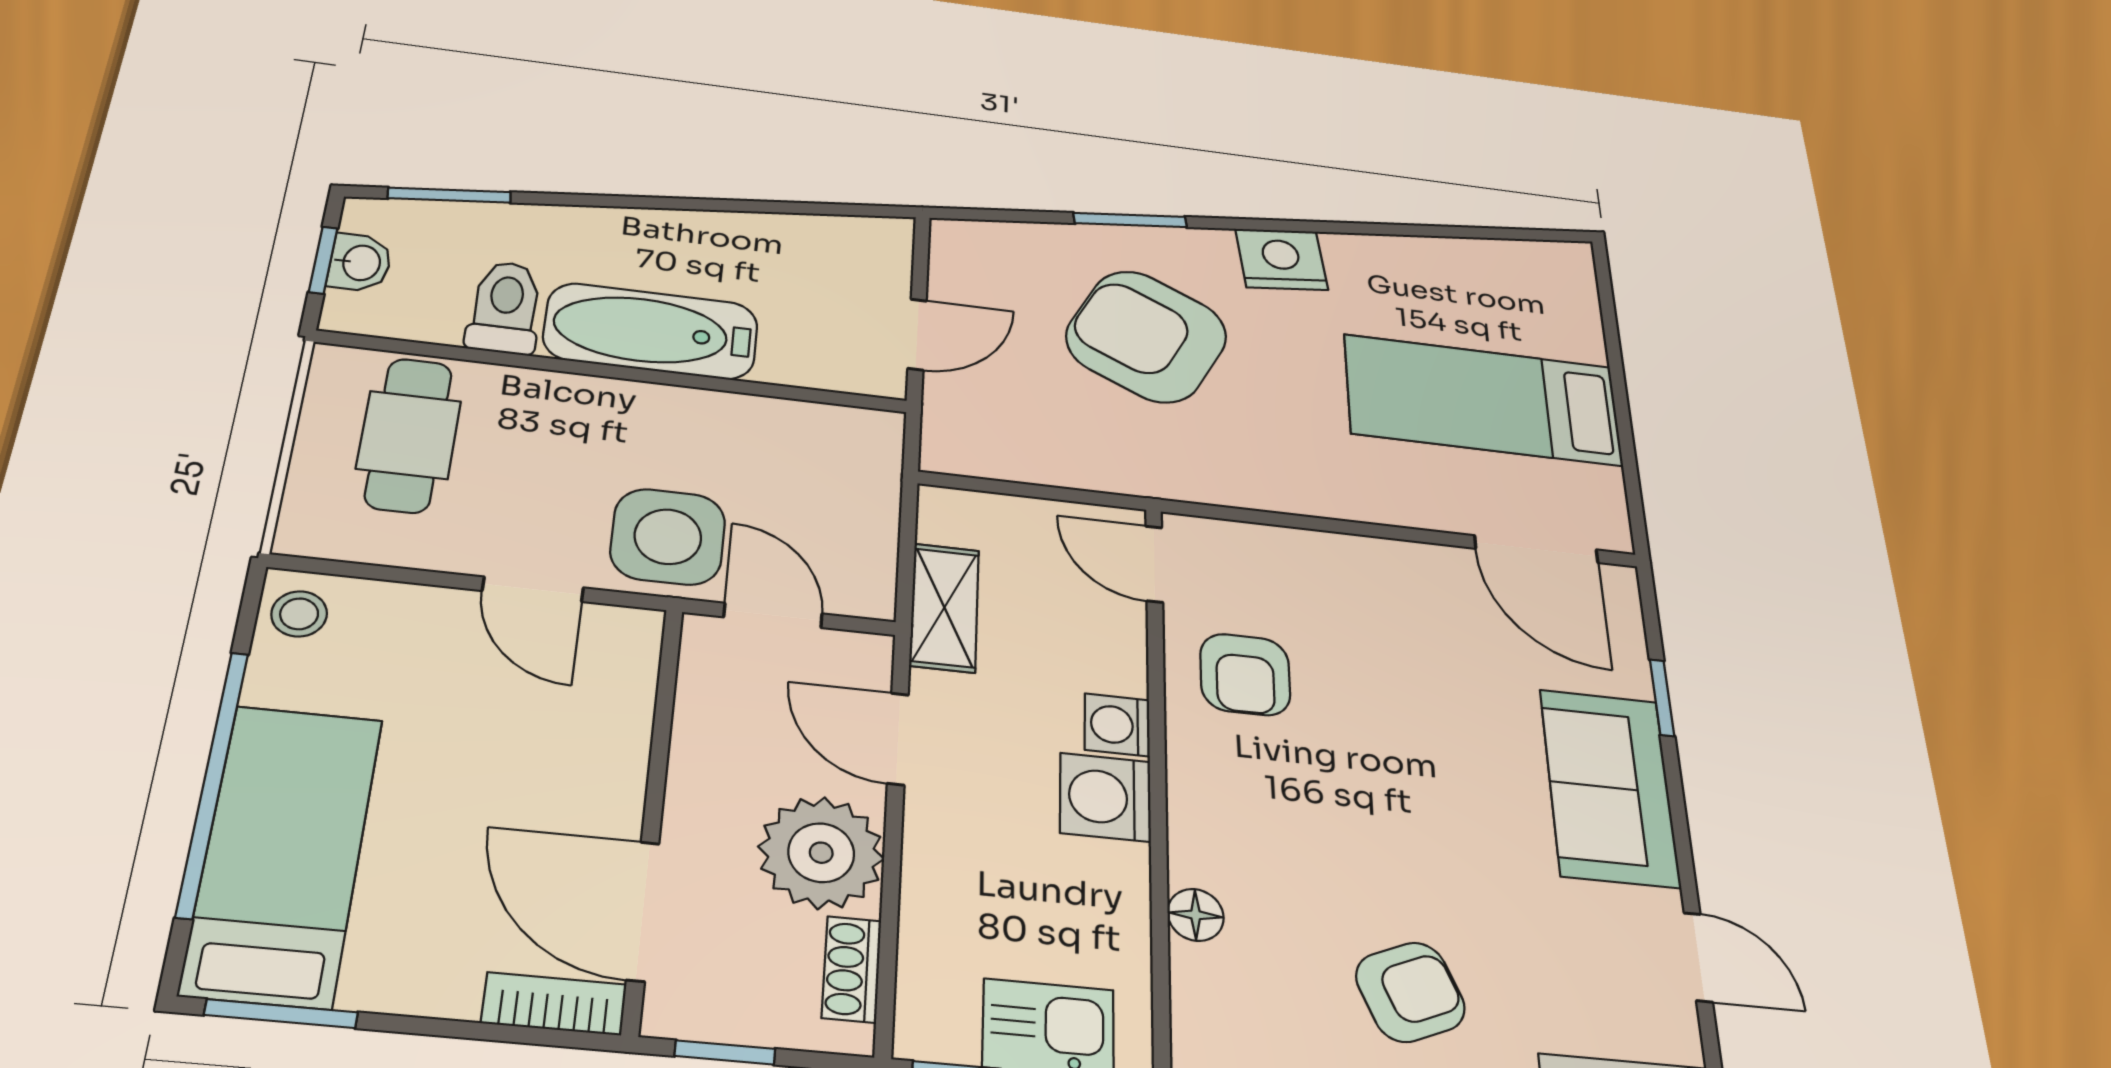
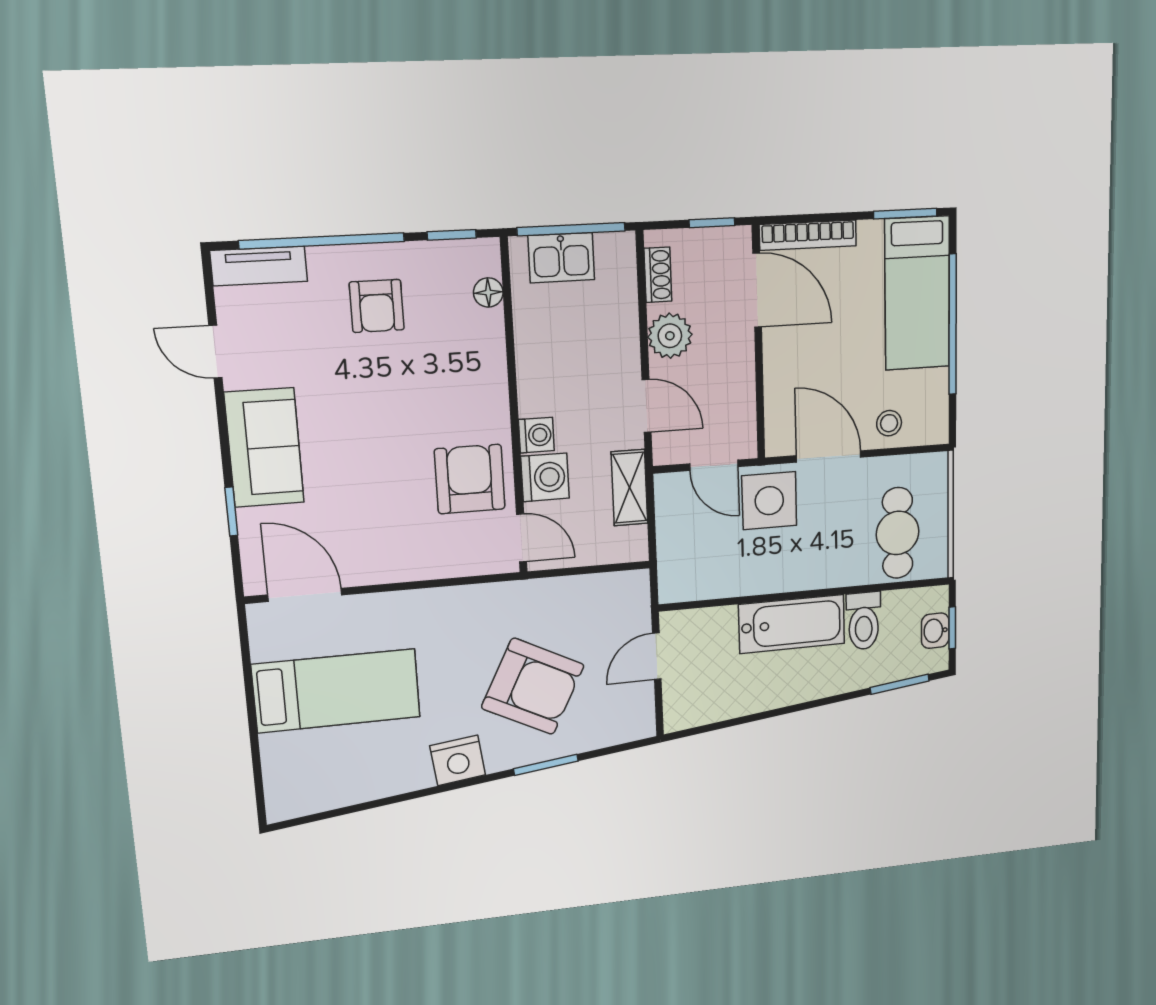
door: (533, 589) -> (829, 456), width x1.38
stool: (299, 614) -> (889, 423), moved
armchair: (1245, 675) -> (470, 479), width x1.38, depth x1.38
washing machine: (1105, 797) -> (545, 477), moved
plant: (821, 853) -> (670, 336), width x0.73, depth x0.73
floor lamp: (1196, 915) -> (488, 292), moved
armchair: (1410, 992) -> (377, 306), turned -67
bookcase: (554, 1004) -> (808, 235), width x1.56

